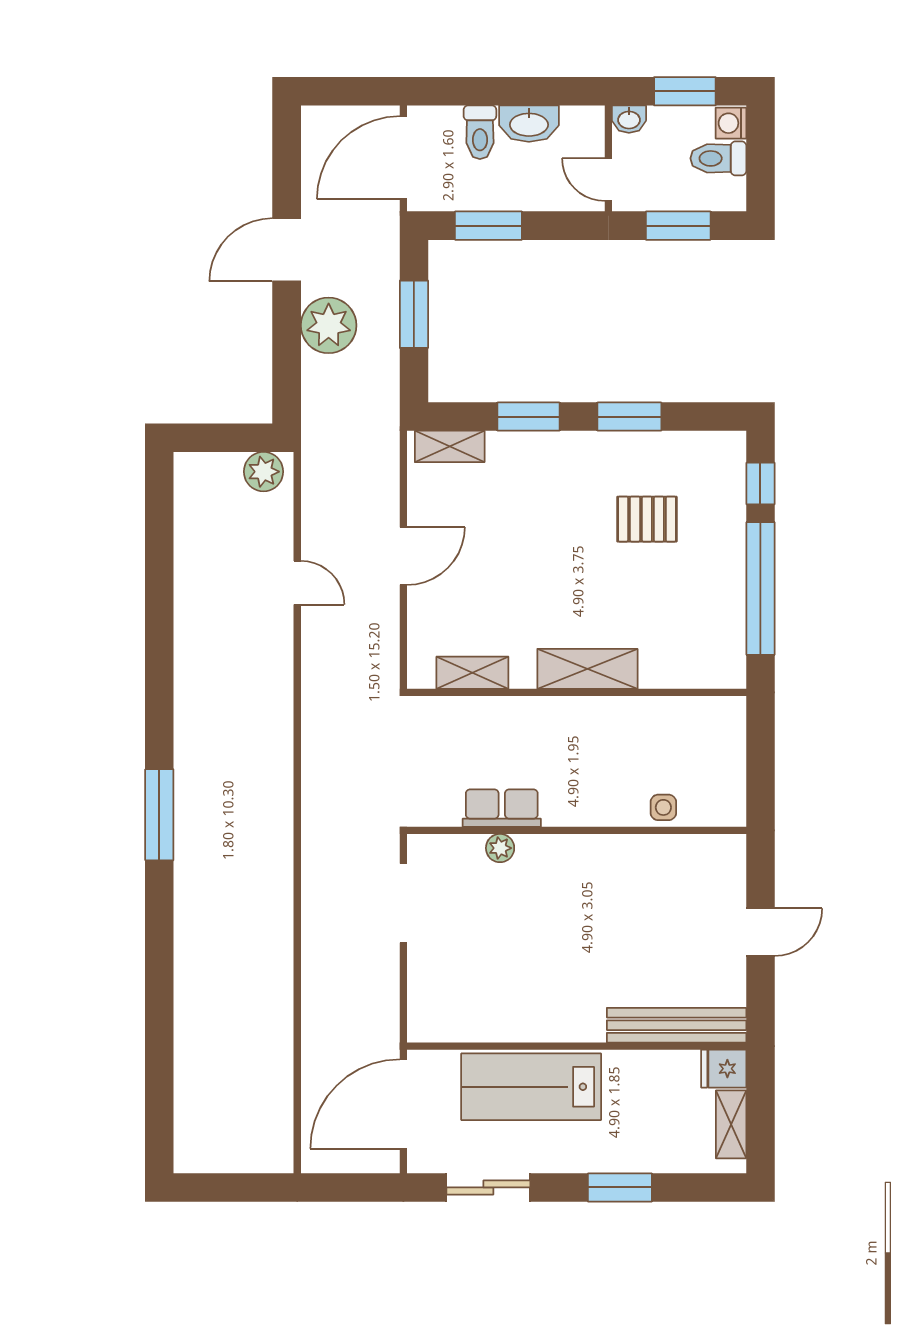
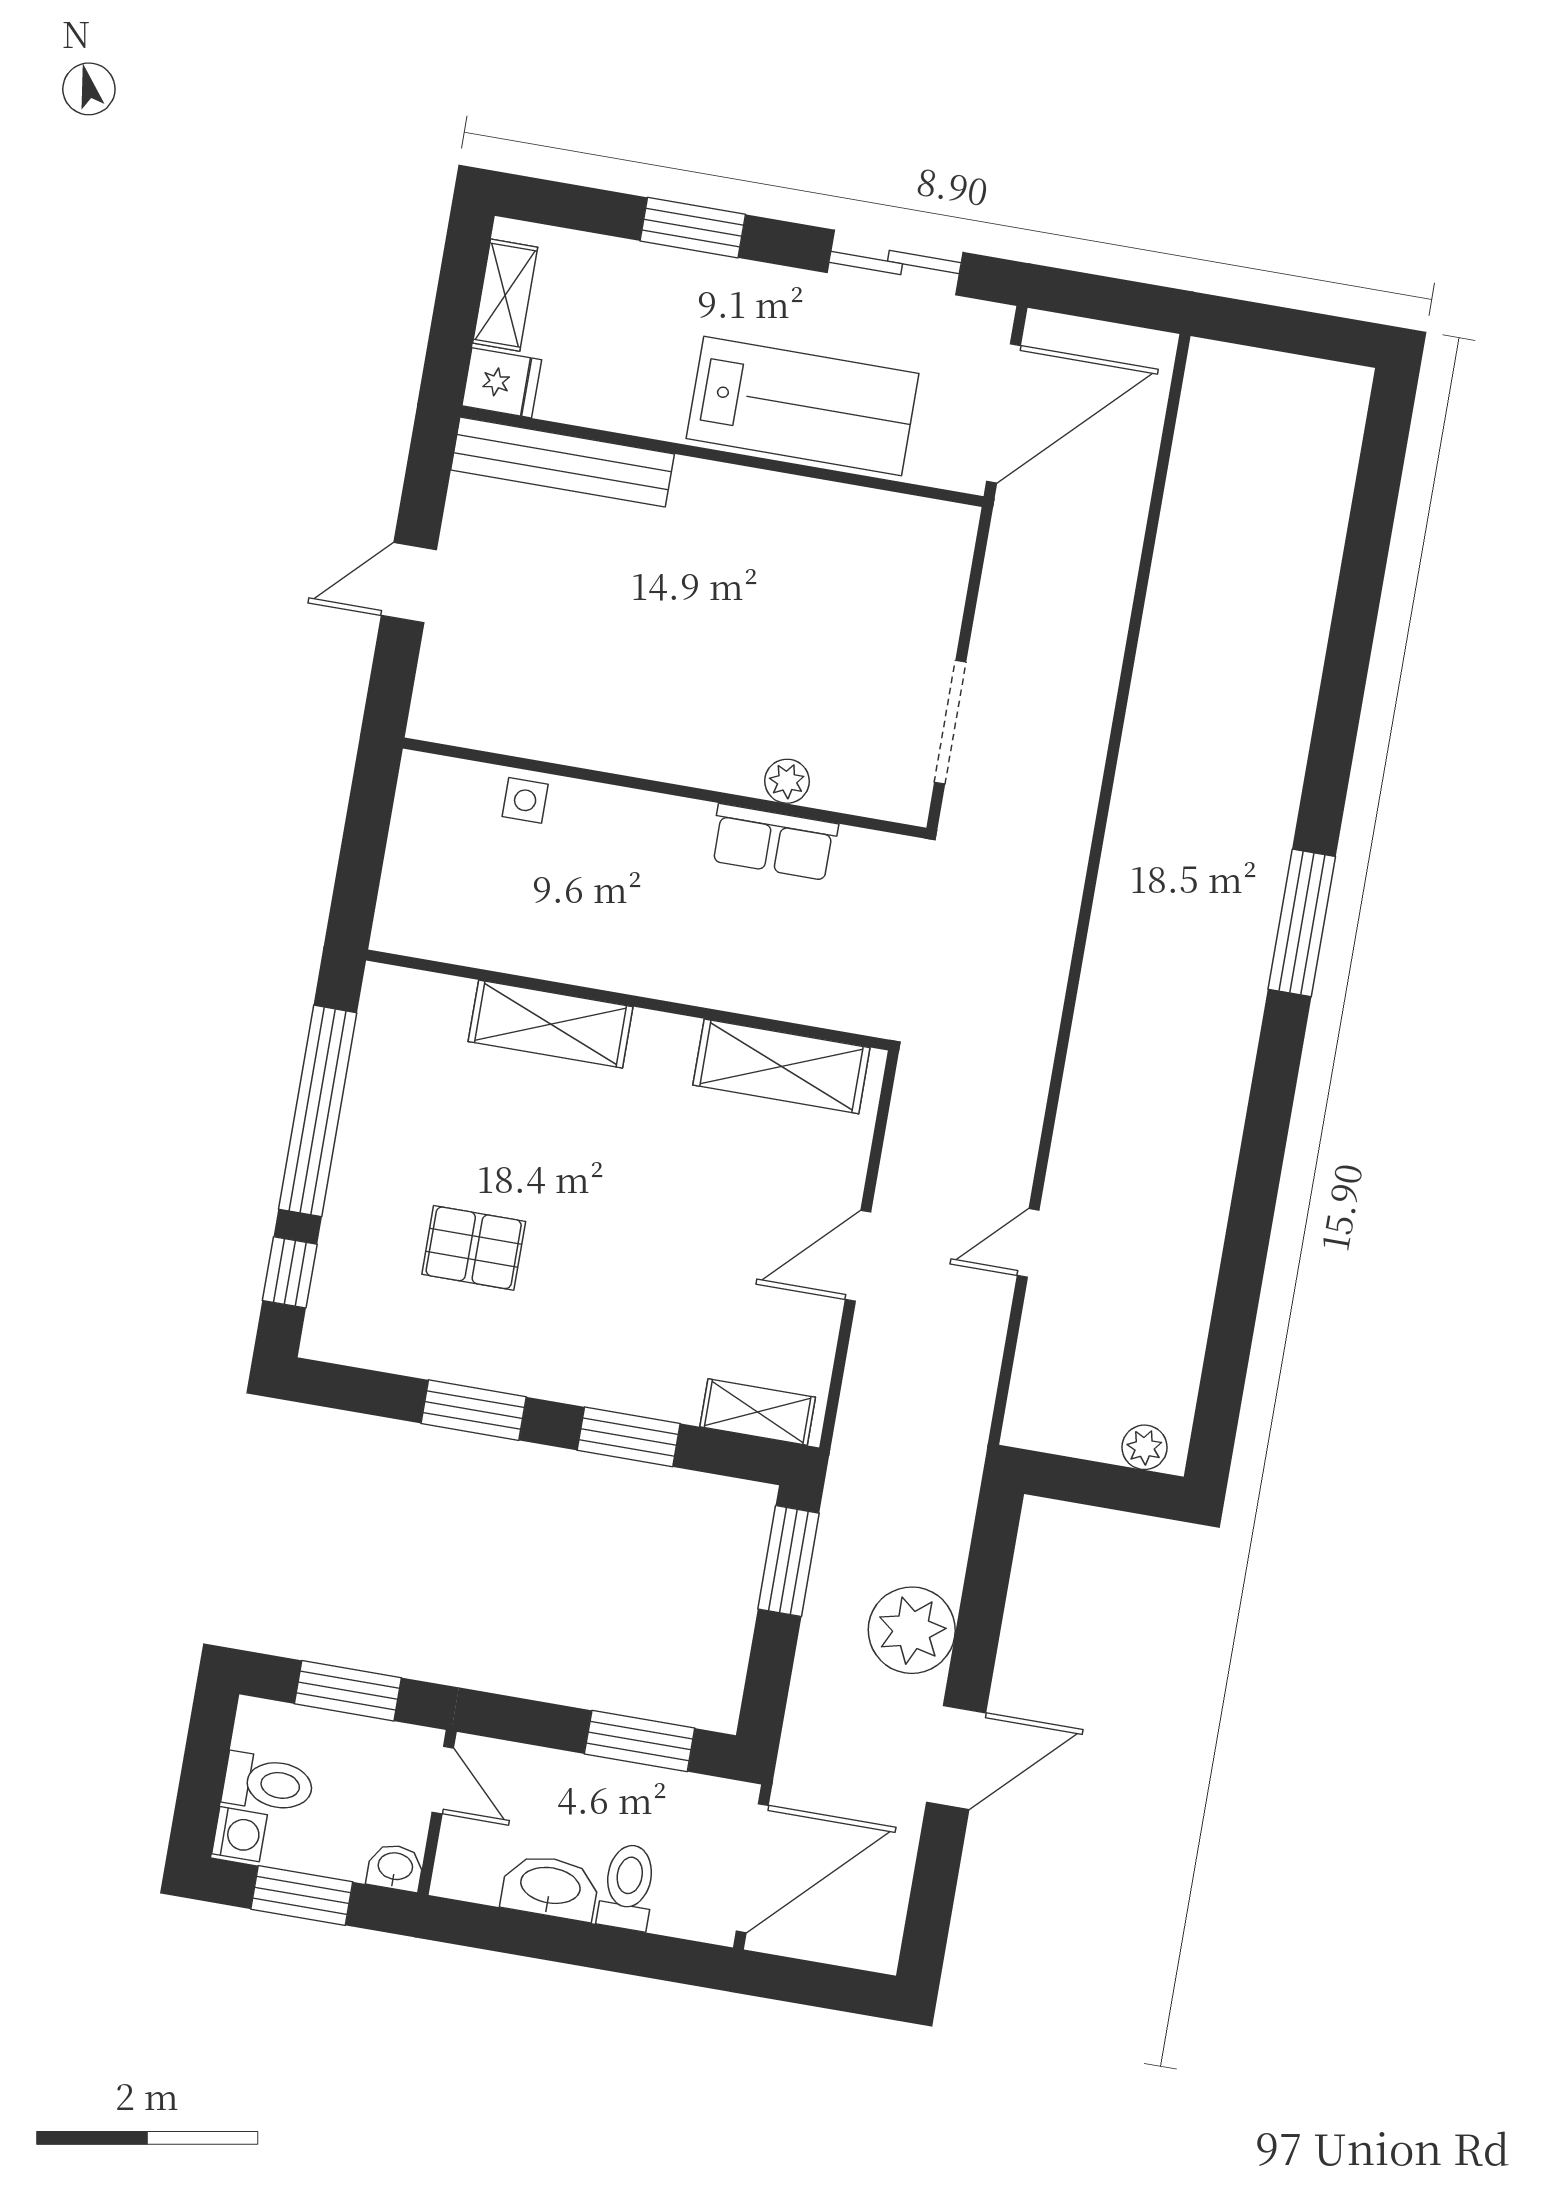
window: (414, 314) -> (789, 1561), moved
plant: (264, 472) -> (1144, 1447), moved, width x0.73, depth x0.73
door: (297, 583) -> (1028, 1243), hinge flipped
shelving: (587, 669) -> (551, 1024), moved
shelving: (472, 673) -> (781, 1066), width x1.50, depth x1.33

